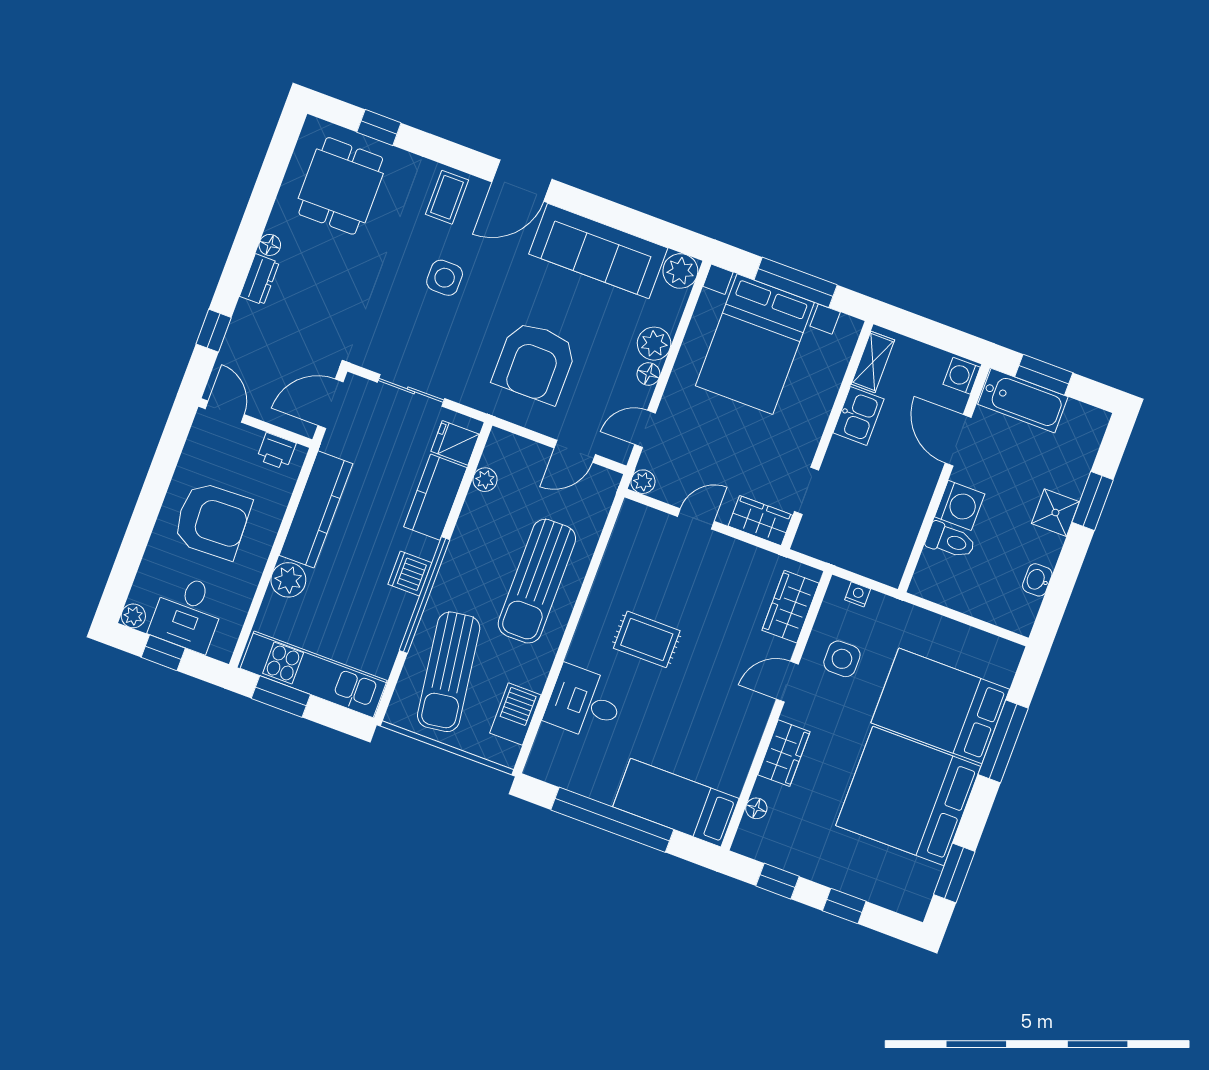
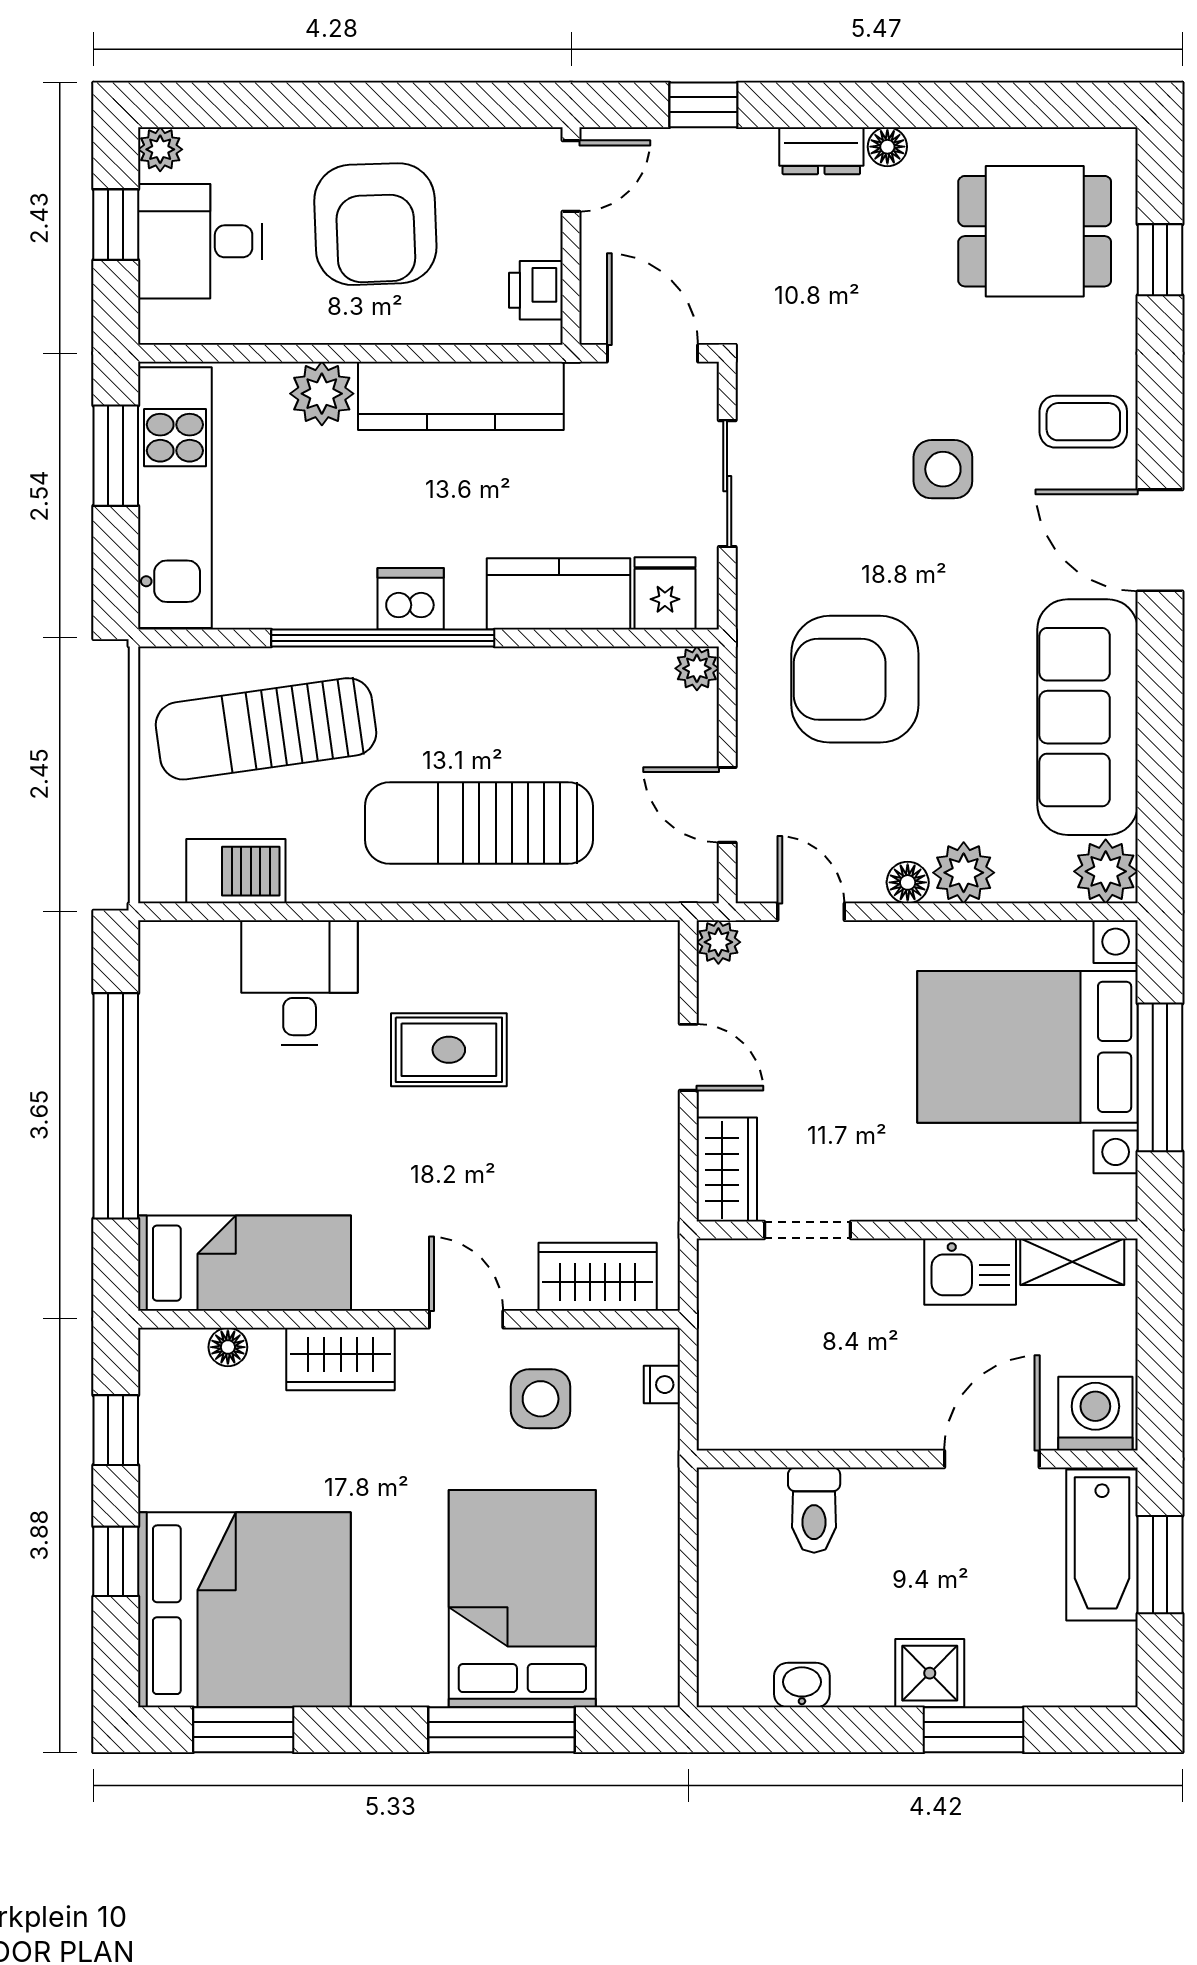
washing machine: (962, 376) -> (1095, 1414), width x1.38, depth x1.38
plant: (485, 480) -> (697, 668), moved
washing machine: (960, 505) -> (881, 1503), removed
rug: (647, 639) -> (449, 1050), turned 90
bed: (908, 796) -> (244, 1610), moved, turned 90
bed: (676, 803) -> (244, 1263), moved, turned 90

